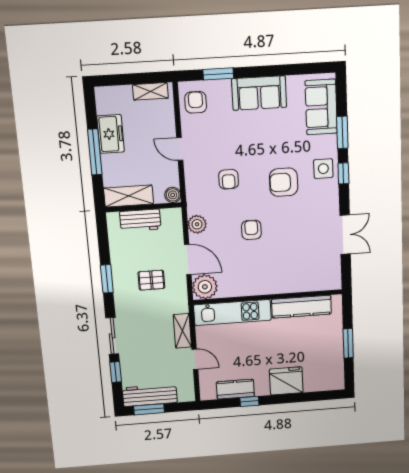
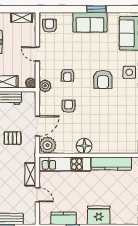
window: (218, 74) -> (96, 9), moved
armchair: (284, 182) -> (103, 79), turned -90
plant: (197, 224) -> (45, 86), moved
armchair: (251, 230) -> (69, 106), moved
door: (188, 260) -> (37, 126), hinge flipped
floor lamp: (260, 284) -> (84, 146), added

